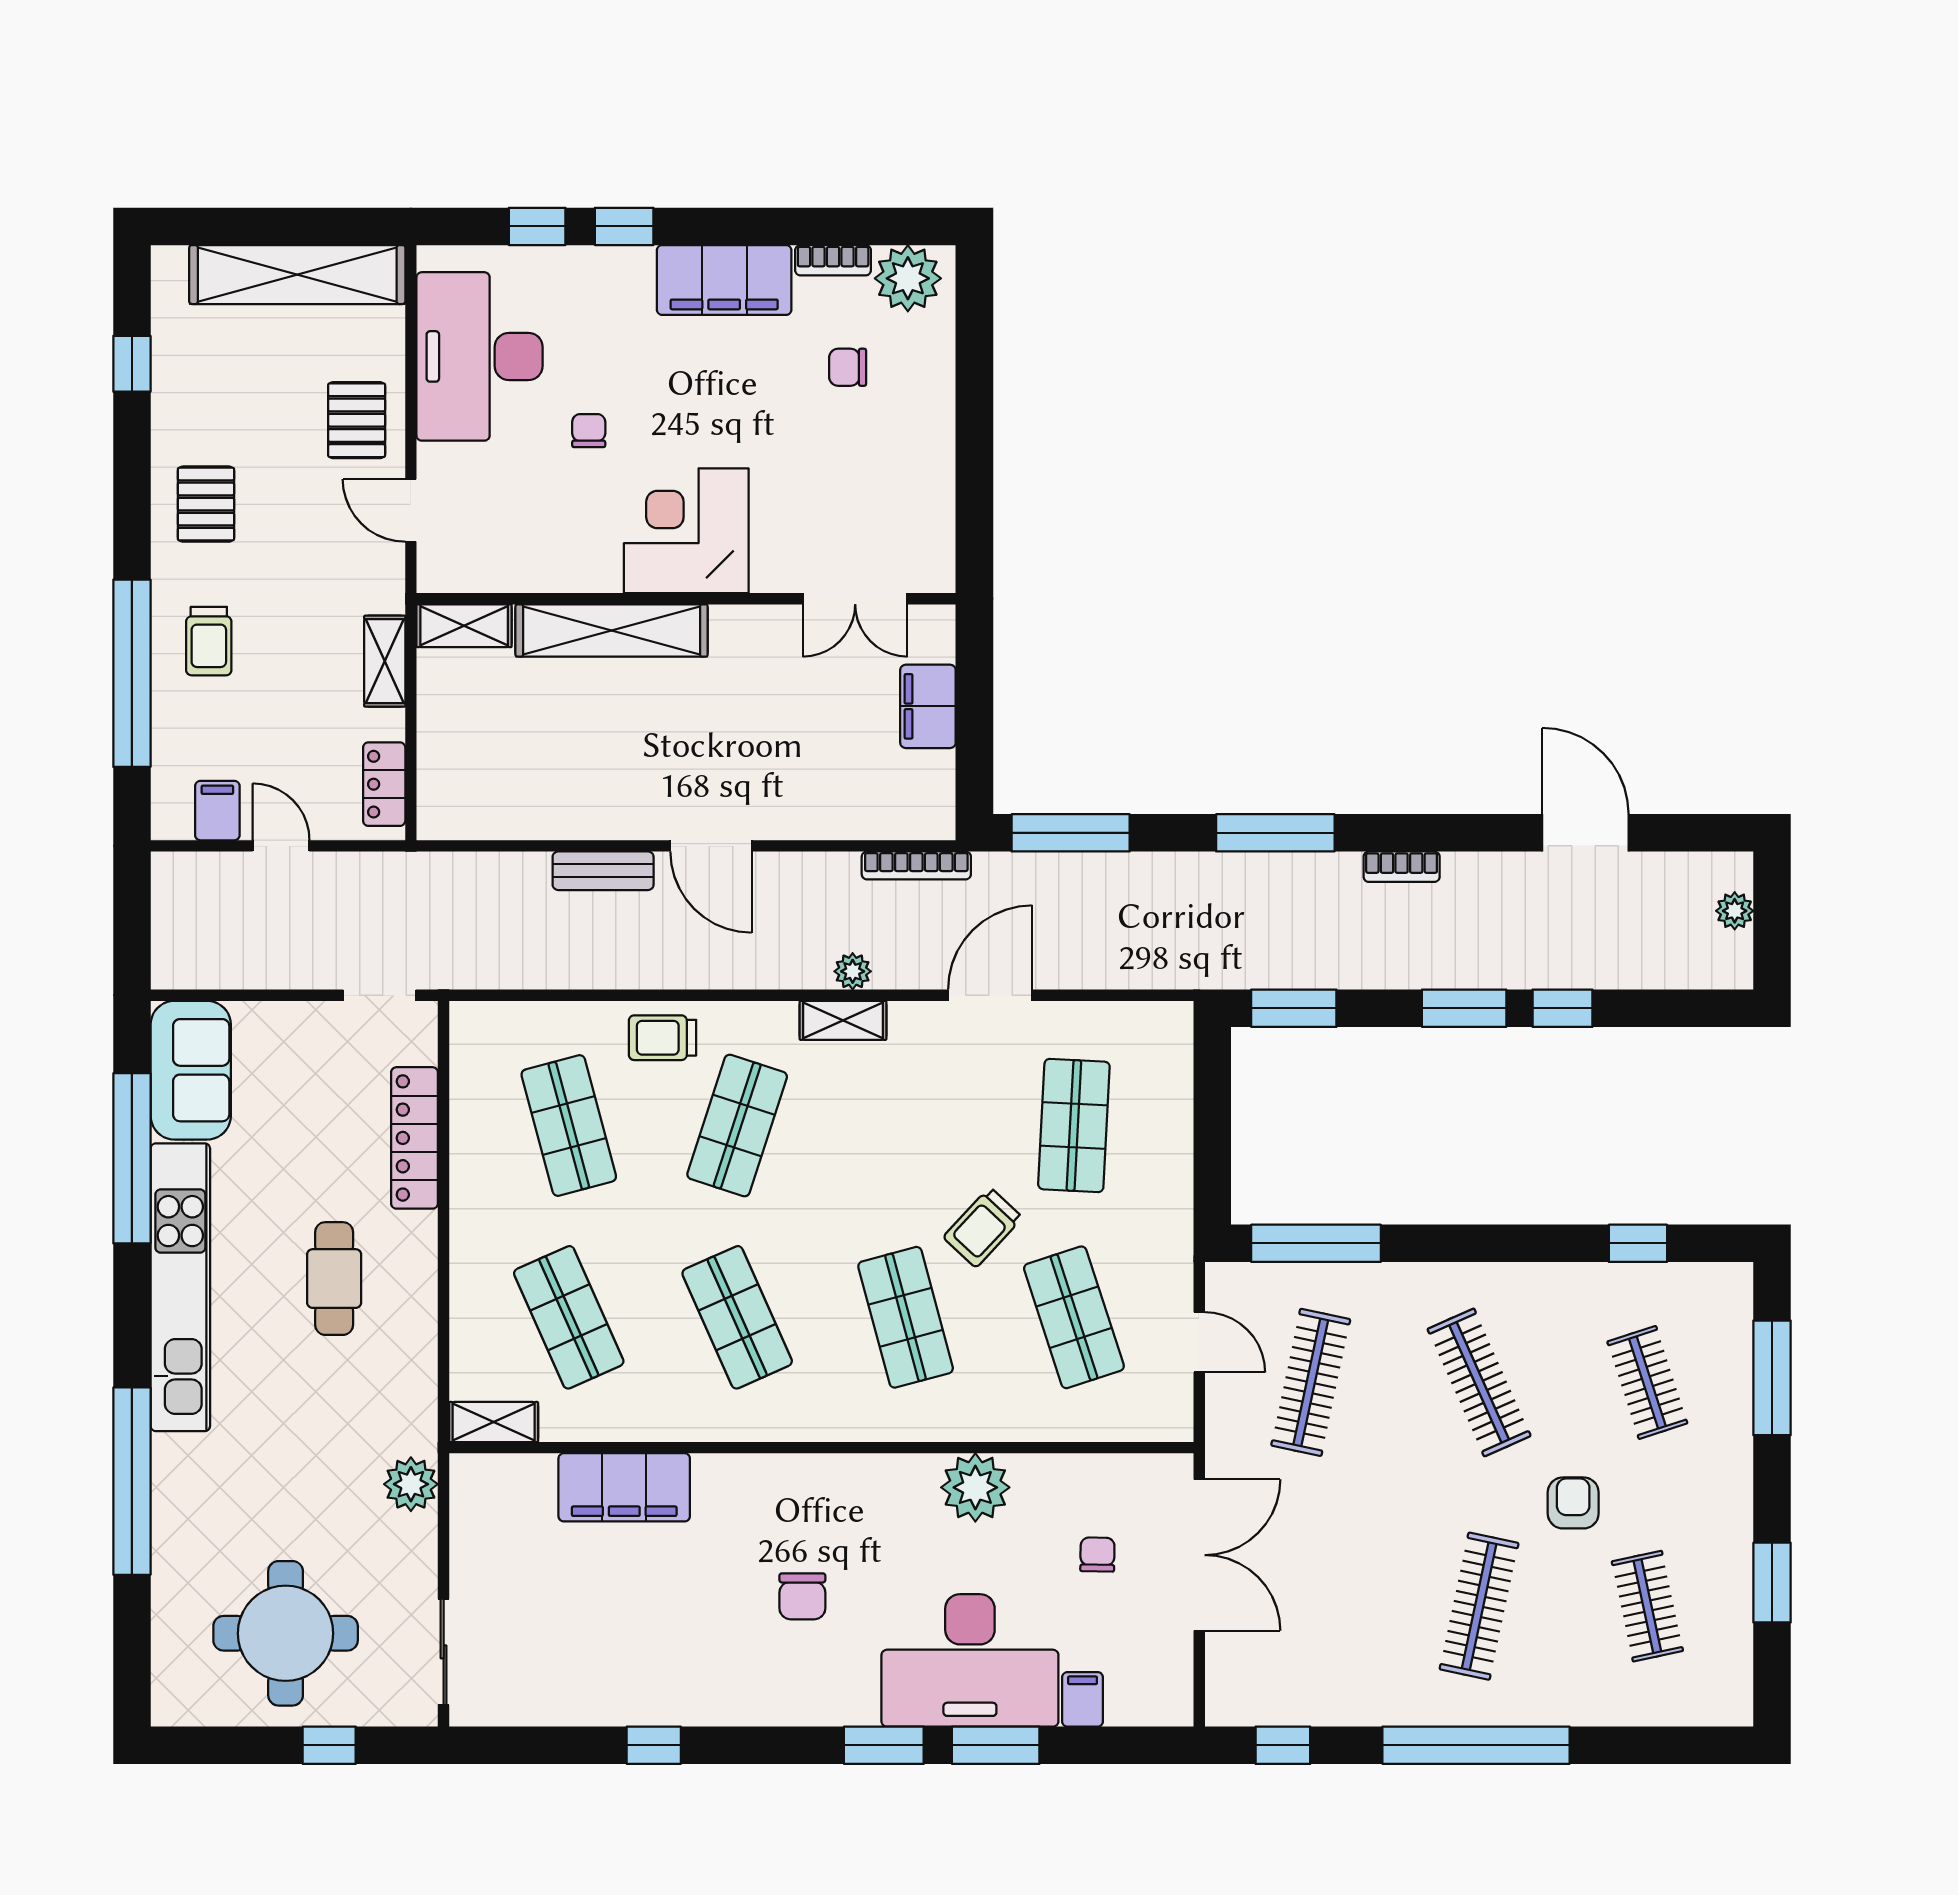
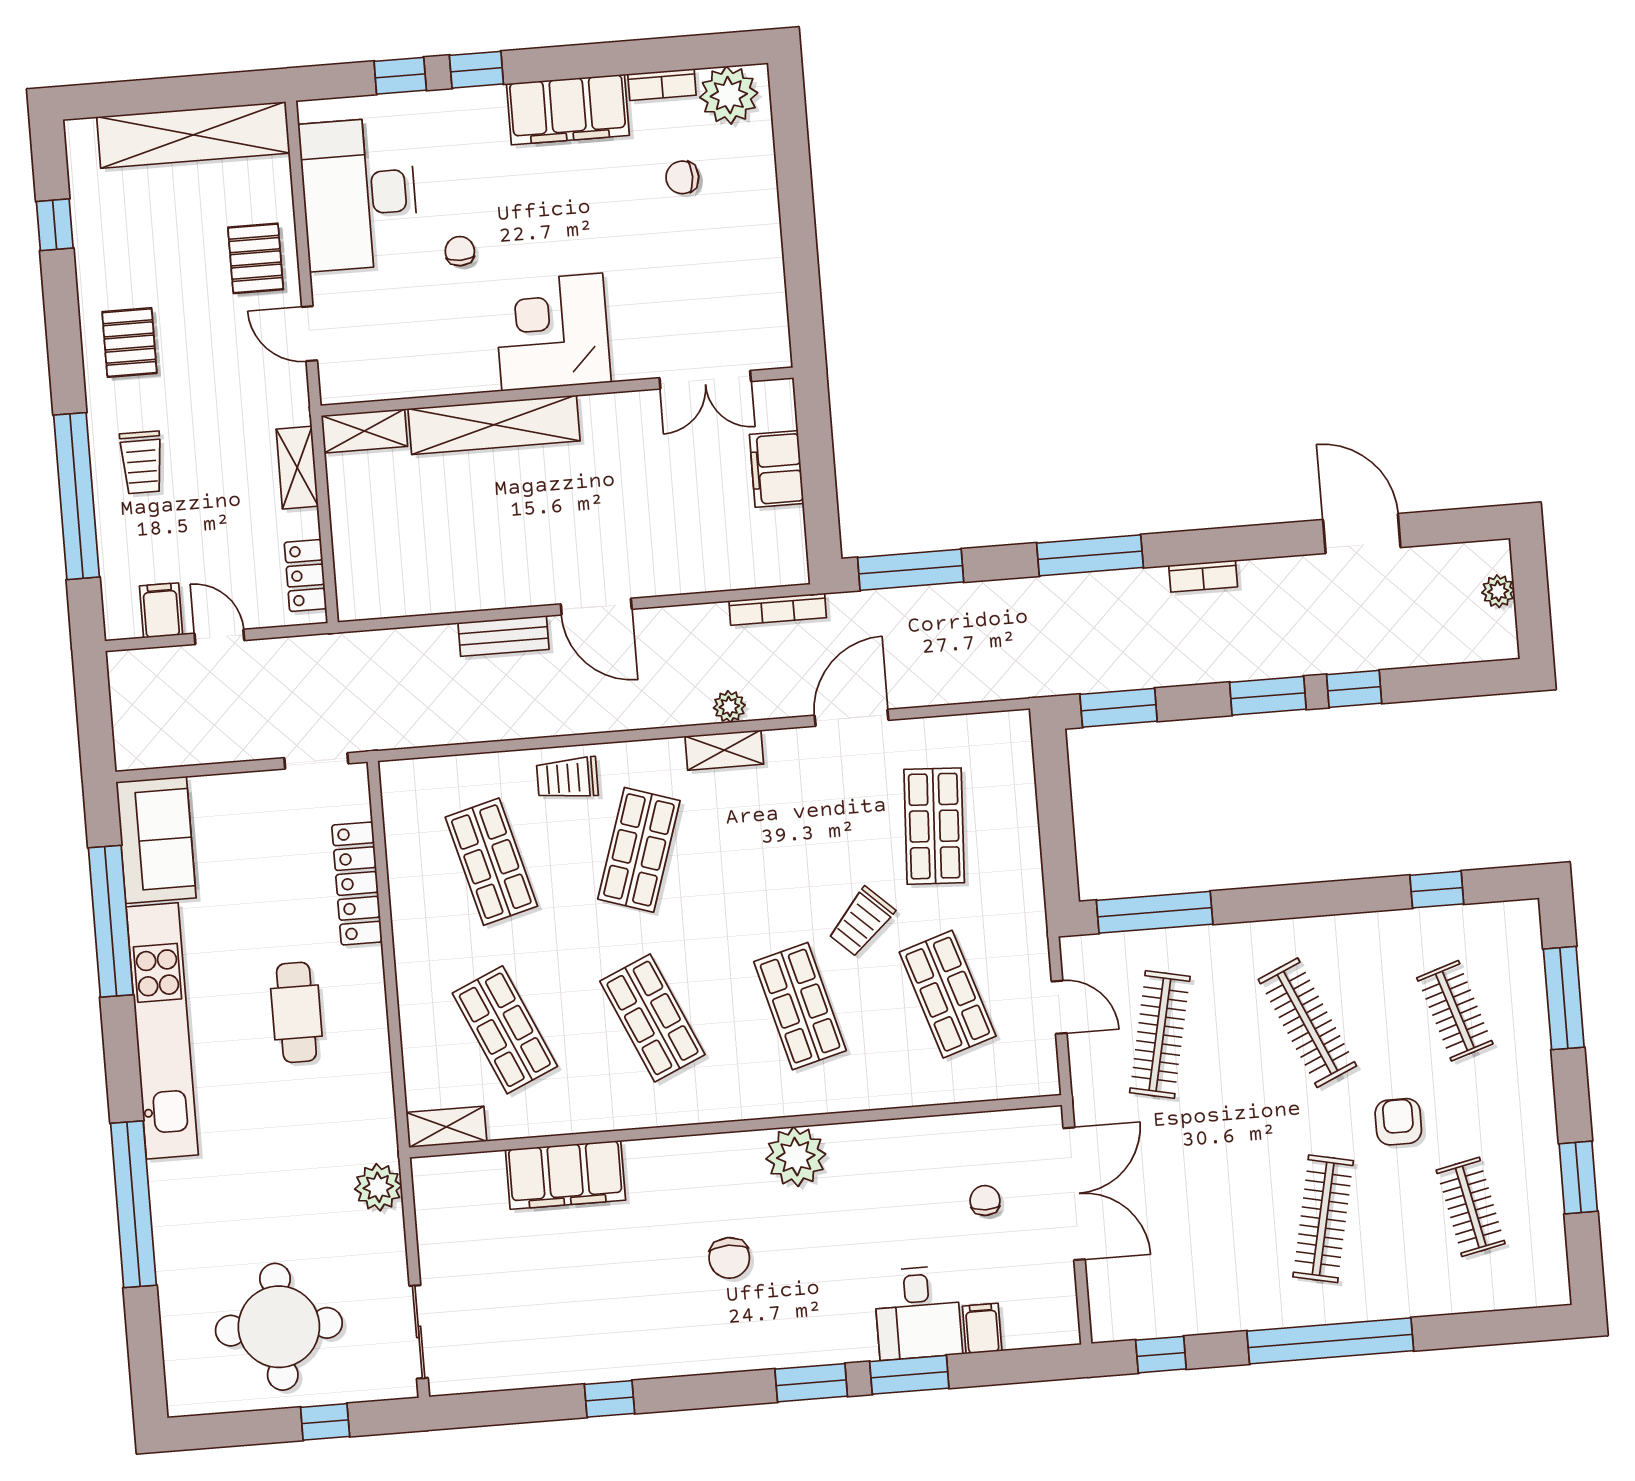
plant: (975, 1487) -> (796, 1157), moved
desk: (970, 1660) -> (918, 1313), width x0.53, depth x0.77

